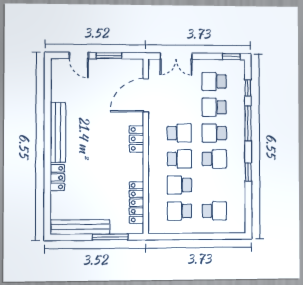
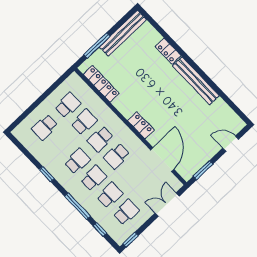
window: (109, 56) -> (203, 170), moved
school desk: (214, 159) -> (77, 161), turned 180

